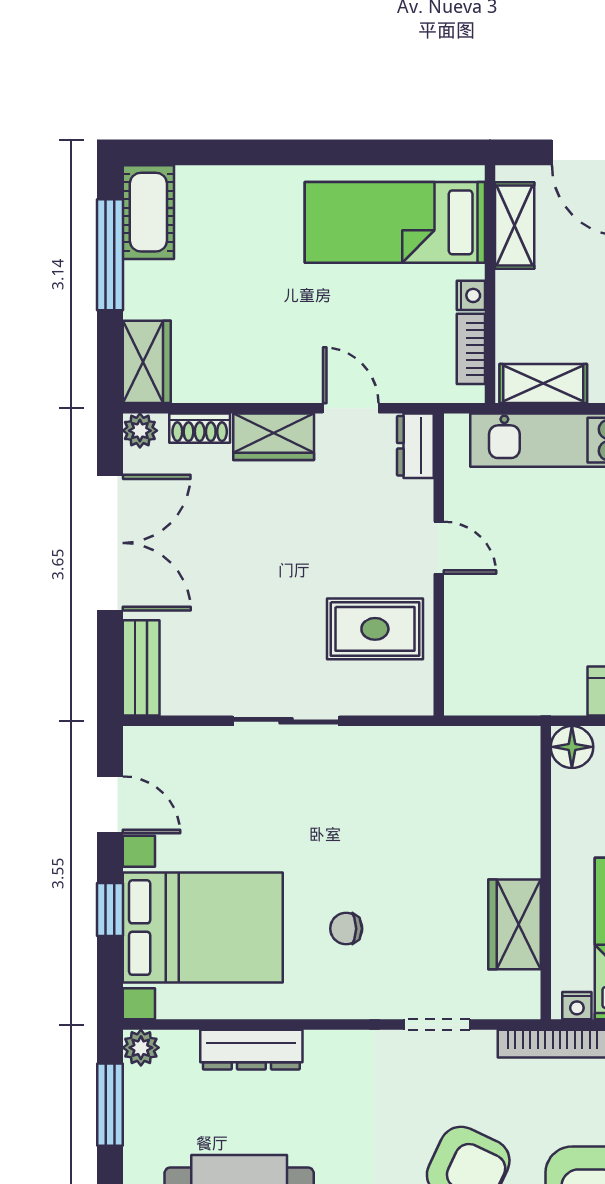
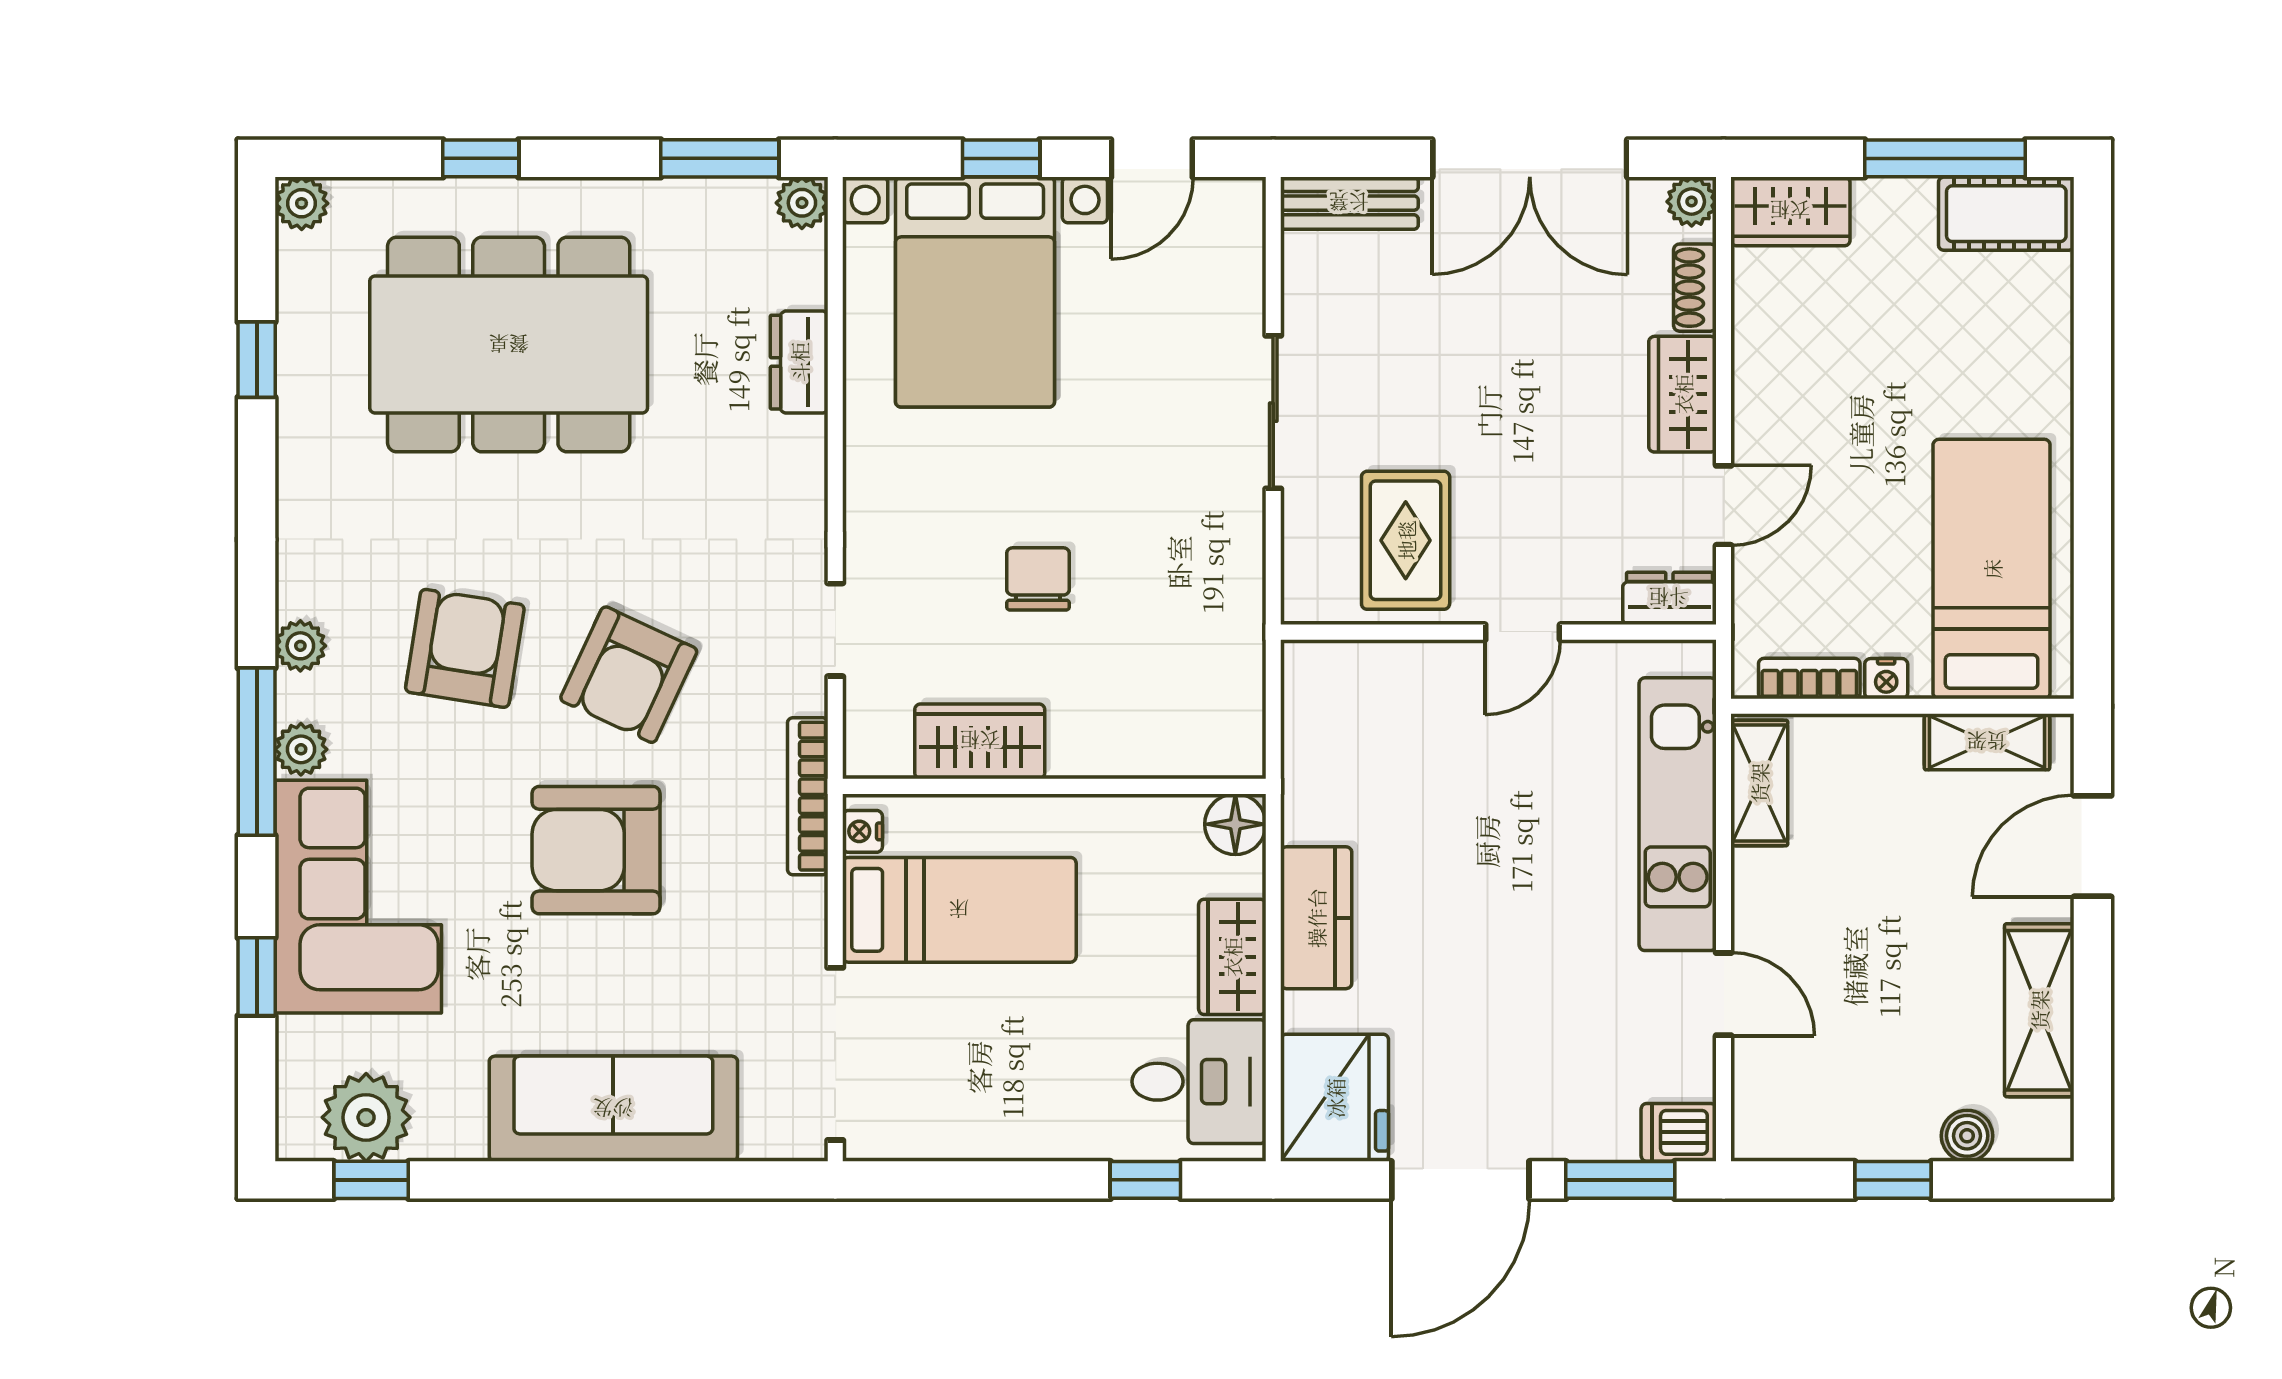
chair: (346, 929) -> (1038, 579), moved, width x1.37, depth x1.37
dresser: (251, 1050) -> (799, 362), width x0.70

